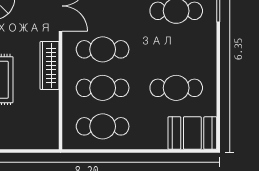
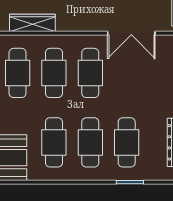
cafe table: (176, 49) -> (90, 142), added
wardrobe: (50, 65) -> (32, 23), moved

